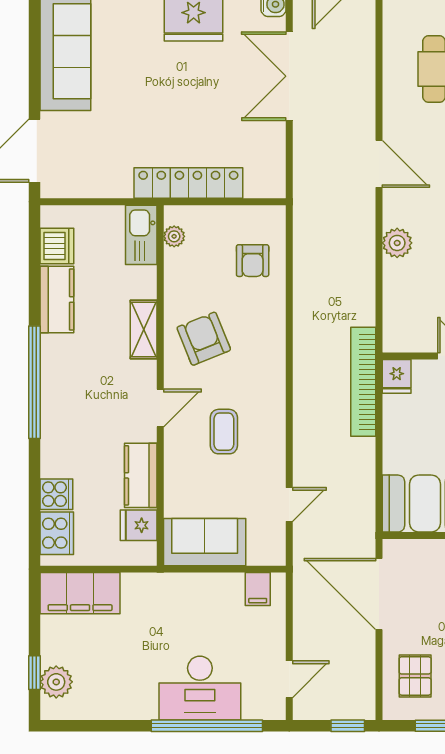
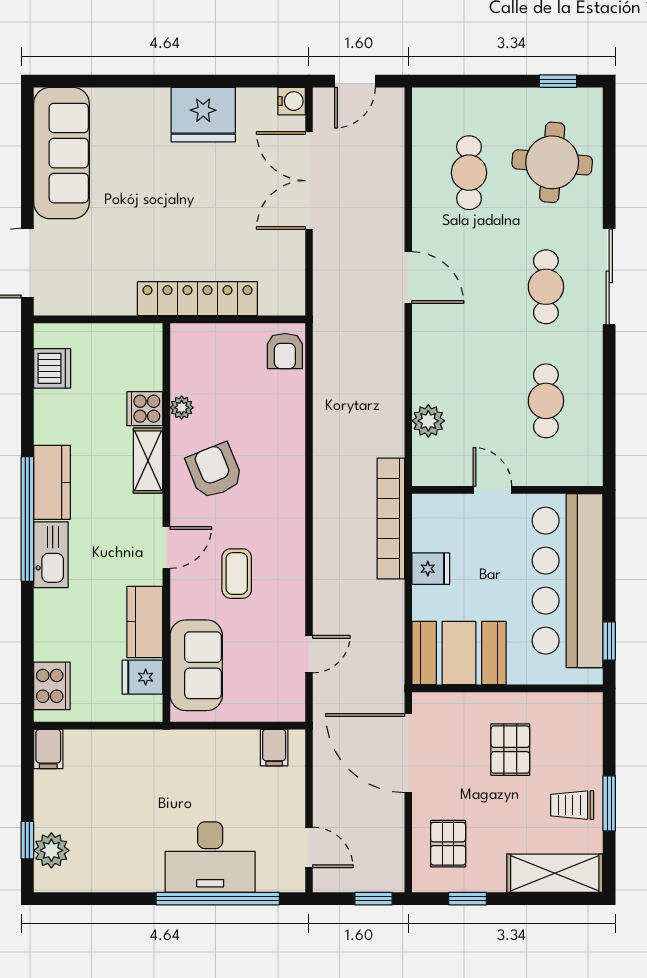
kitchen sink: (141, 235) -> (51, 555), moved, turned 180
plant: (174, 236) -> (182, 408), moved
plant: (397, 243) -> (428, 421), moved
armchair: (253, 261) -> (285, 351), moved
kitchen counter: (57, 299) -> (52, 482), moved
fridge: (397, 376) -> (431, 569), moved, turned -90
cooker: (56, 494) -> (145, 409), moved, turned 180
sofa: (205, 542) -> (196, 665), moved, turned 90
filing cabinet: (80, 593) -> (48, 749), width x0.33, depth x0.86
door: (289, 679) -> (309, 847), hinge flipped

